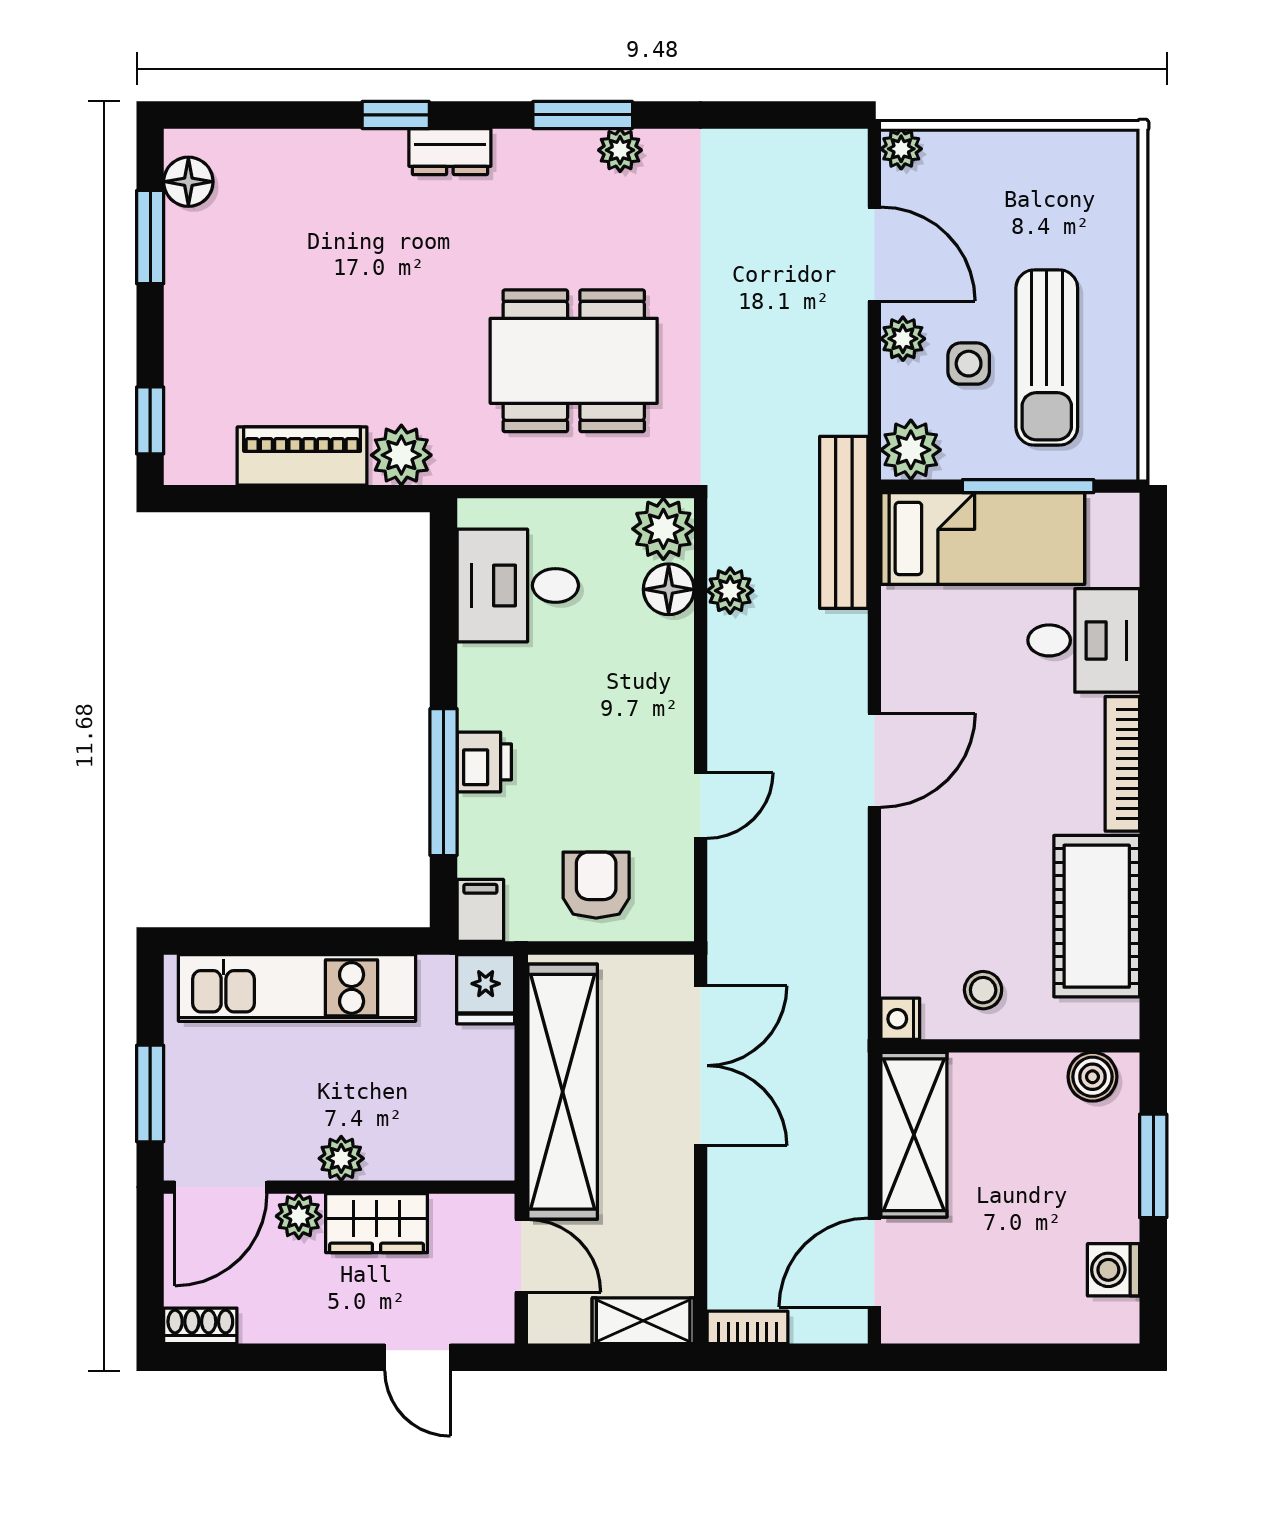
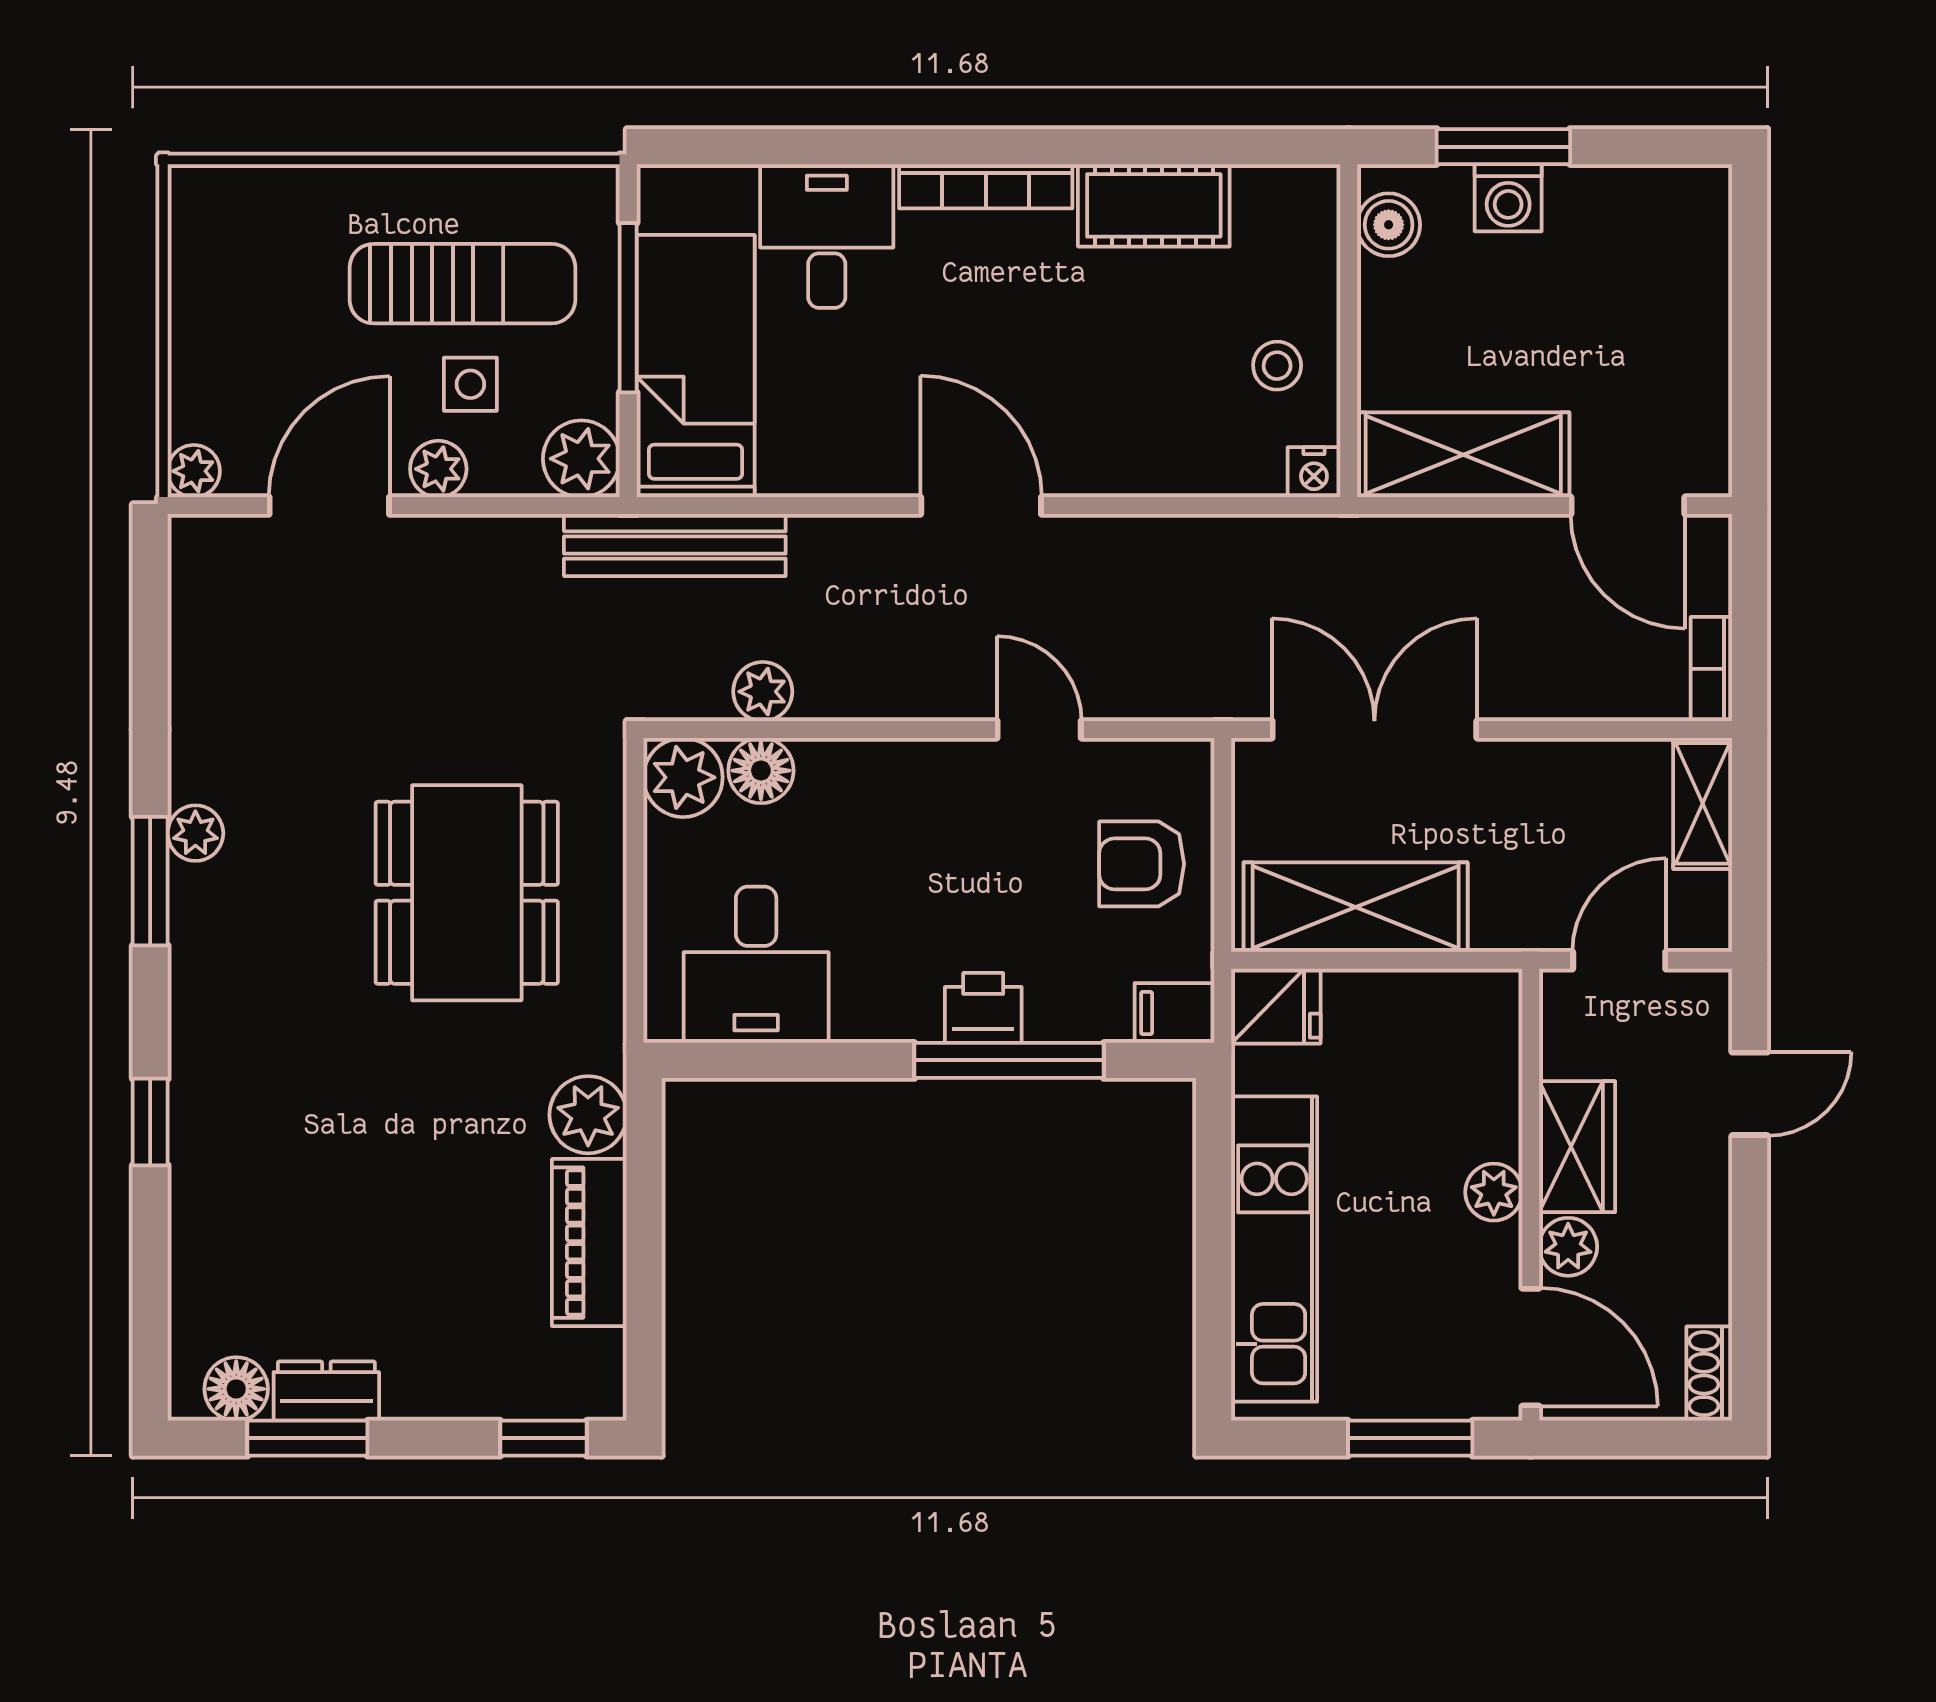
dresser: (450, 152) -> (326, 1391), moved, turned -90
cot: (1097, 916) -> (1154, 205), width x0.73, depth x0.75
shelving: (563, 1092) -> (1356, 907), width x0.68
washing machine: (1114, 1270) -> (1508, 198), moved

